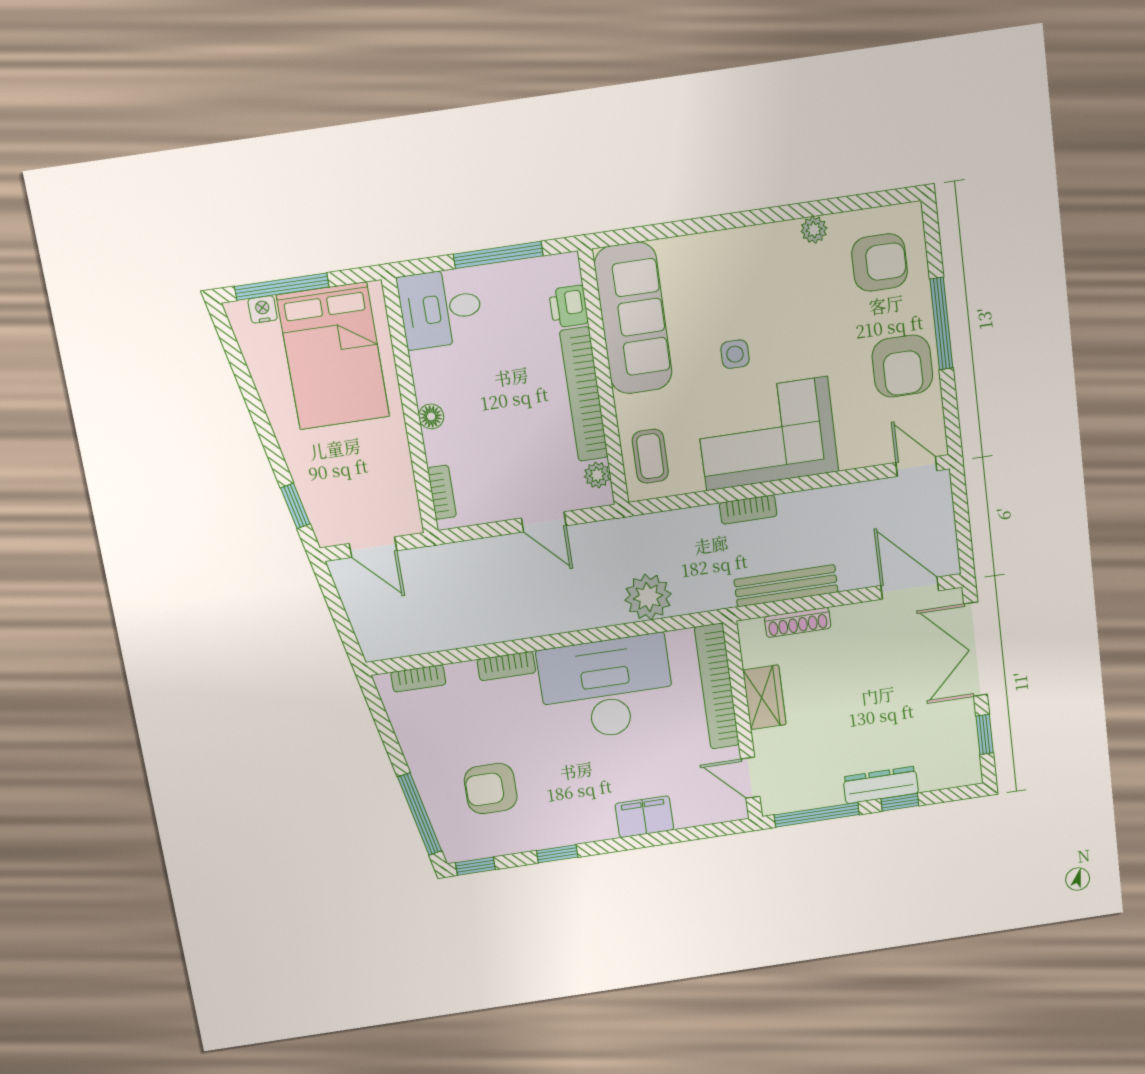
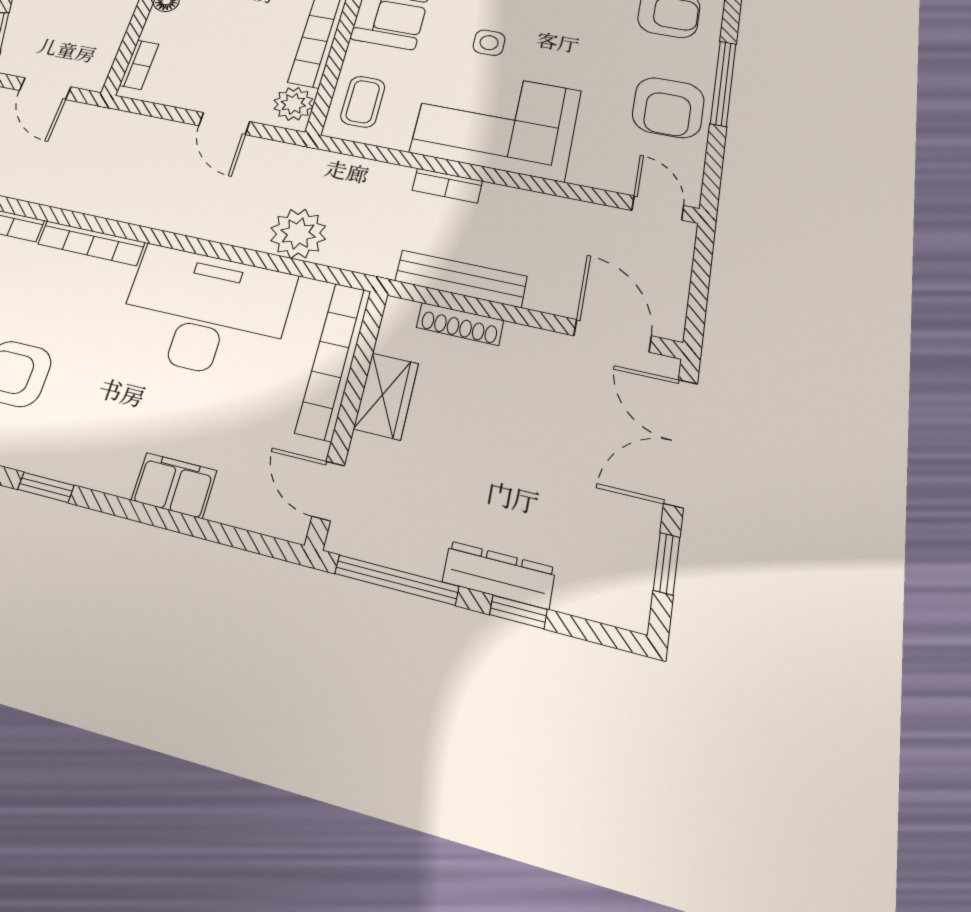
plant: (597, 475) -> (293, 104), width x1.38, depth x1.38
bookcase: (506, 666) -> (91, 243), width x1.56

